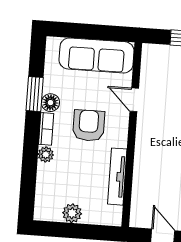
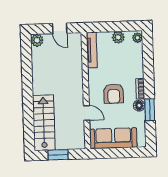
plant: (46, 155) -> (137, 38), moved
tv unit: (117, 177) -> (92, 50), moved

